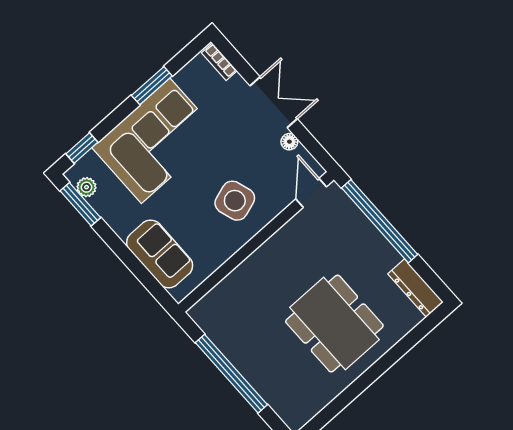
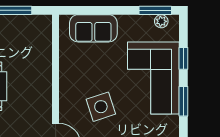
window: (82, 148) -> (183, 58), moved
side table: (235, 201) -> (101, 107), moved

